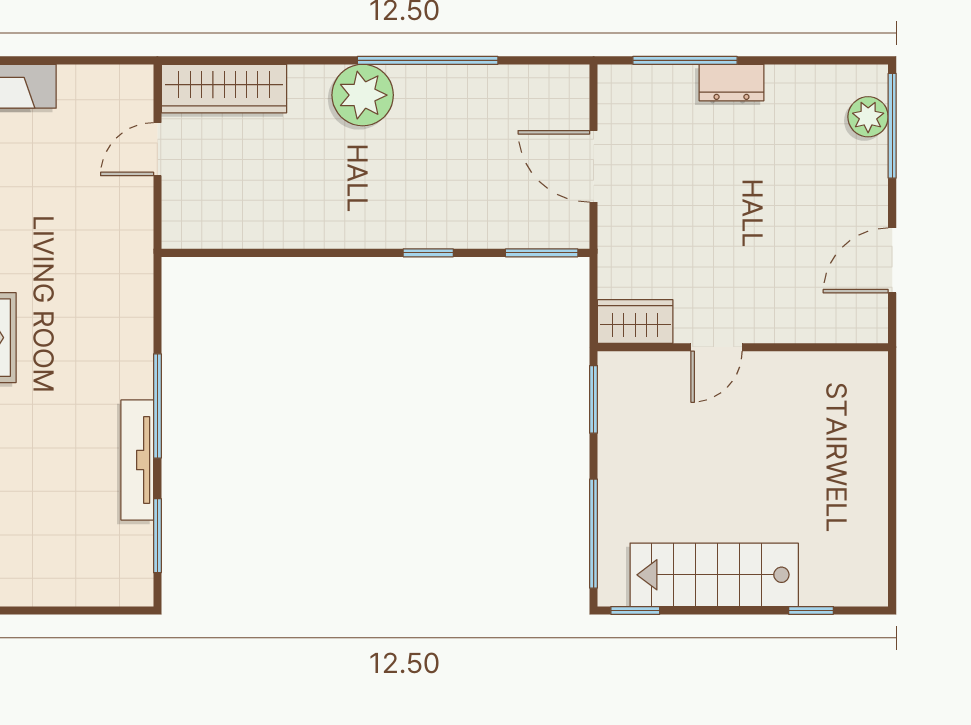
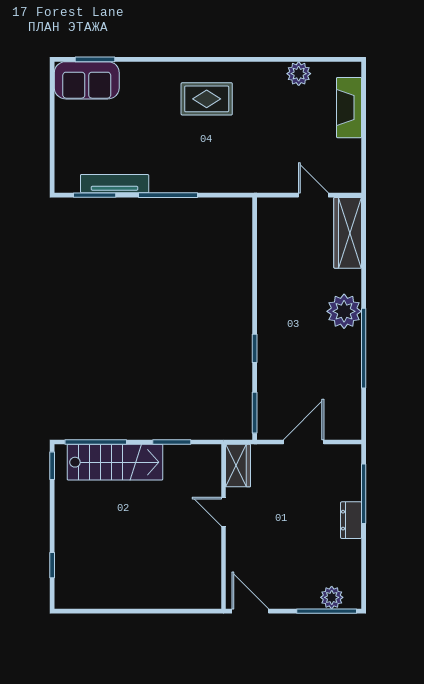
wardrobe: (635, 321) -> (238, 466), moved
door: (717, 347) -> (223, 512), moved
wall: (743, 347) -> (223, 527), moved
tv unit: (137, 460) -> (115, 184), moved
stairs: (714, 575) -> (115, 462), moved, turned 90

